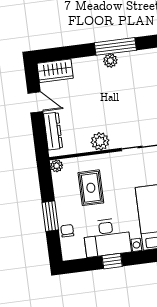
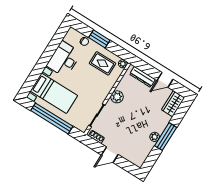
window: (115, 46) -> (166, 137), moved
rug: (91, 188) -> (103, 63), moved
window: (112, 261) -> (49, 52), removed

